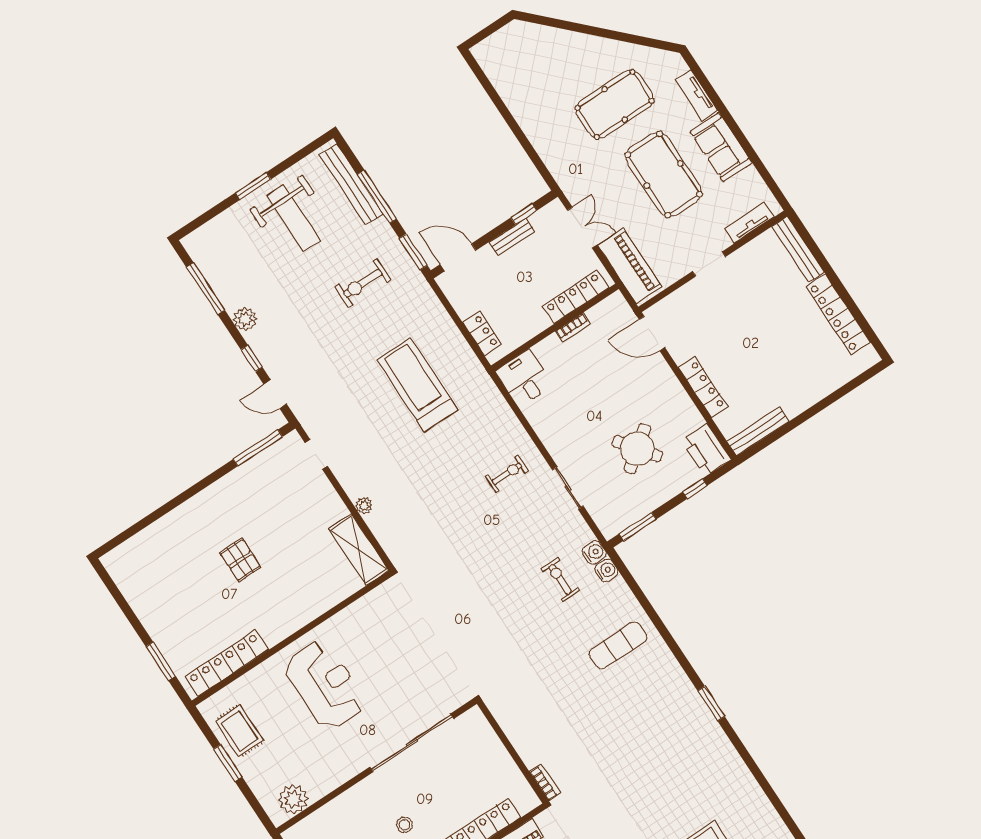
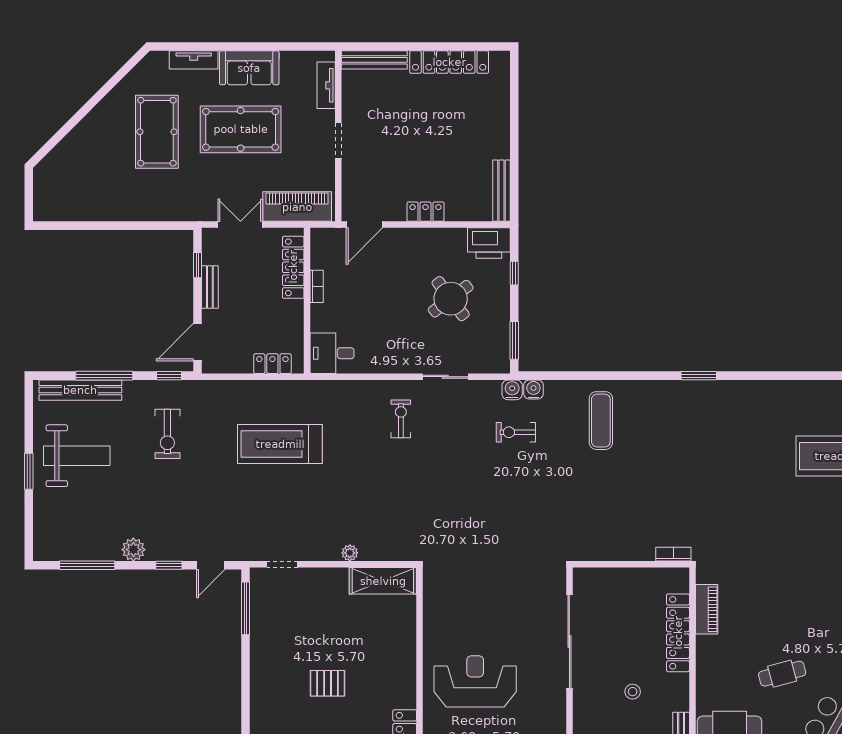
window: (413, 252) -> (169, 376), width x0.67
locker: (703, 387) -> (425, 212), width x0.66

